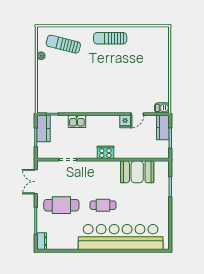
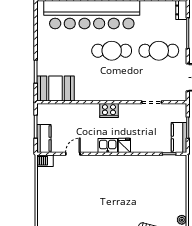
kitchen sink: (77, 121) -> (108, 145), moved
fridge: (125, 122) -> (124, 145), moved
booth: (137, 172) -> (56, 88), moved
cafe table: (103, 205) -> (112, 51), width x1.37, depth x1.35

